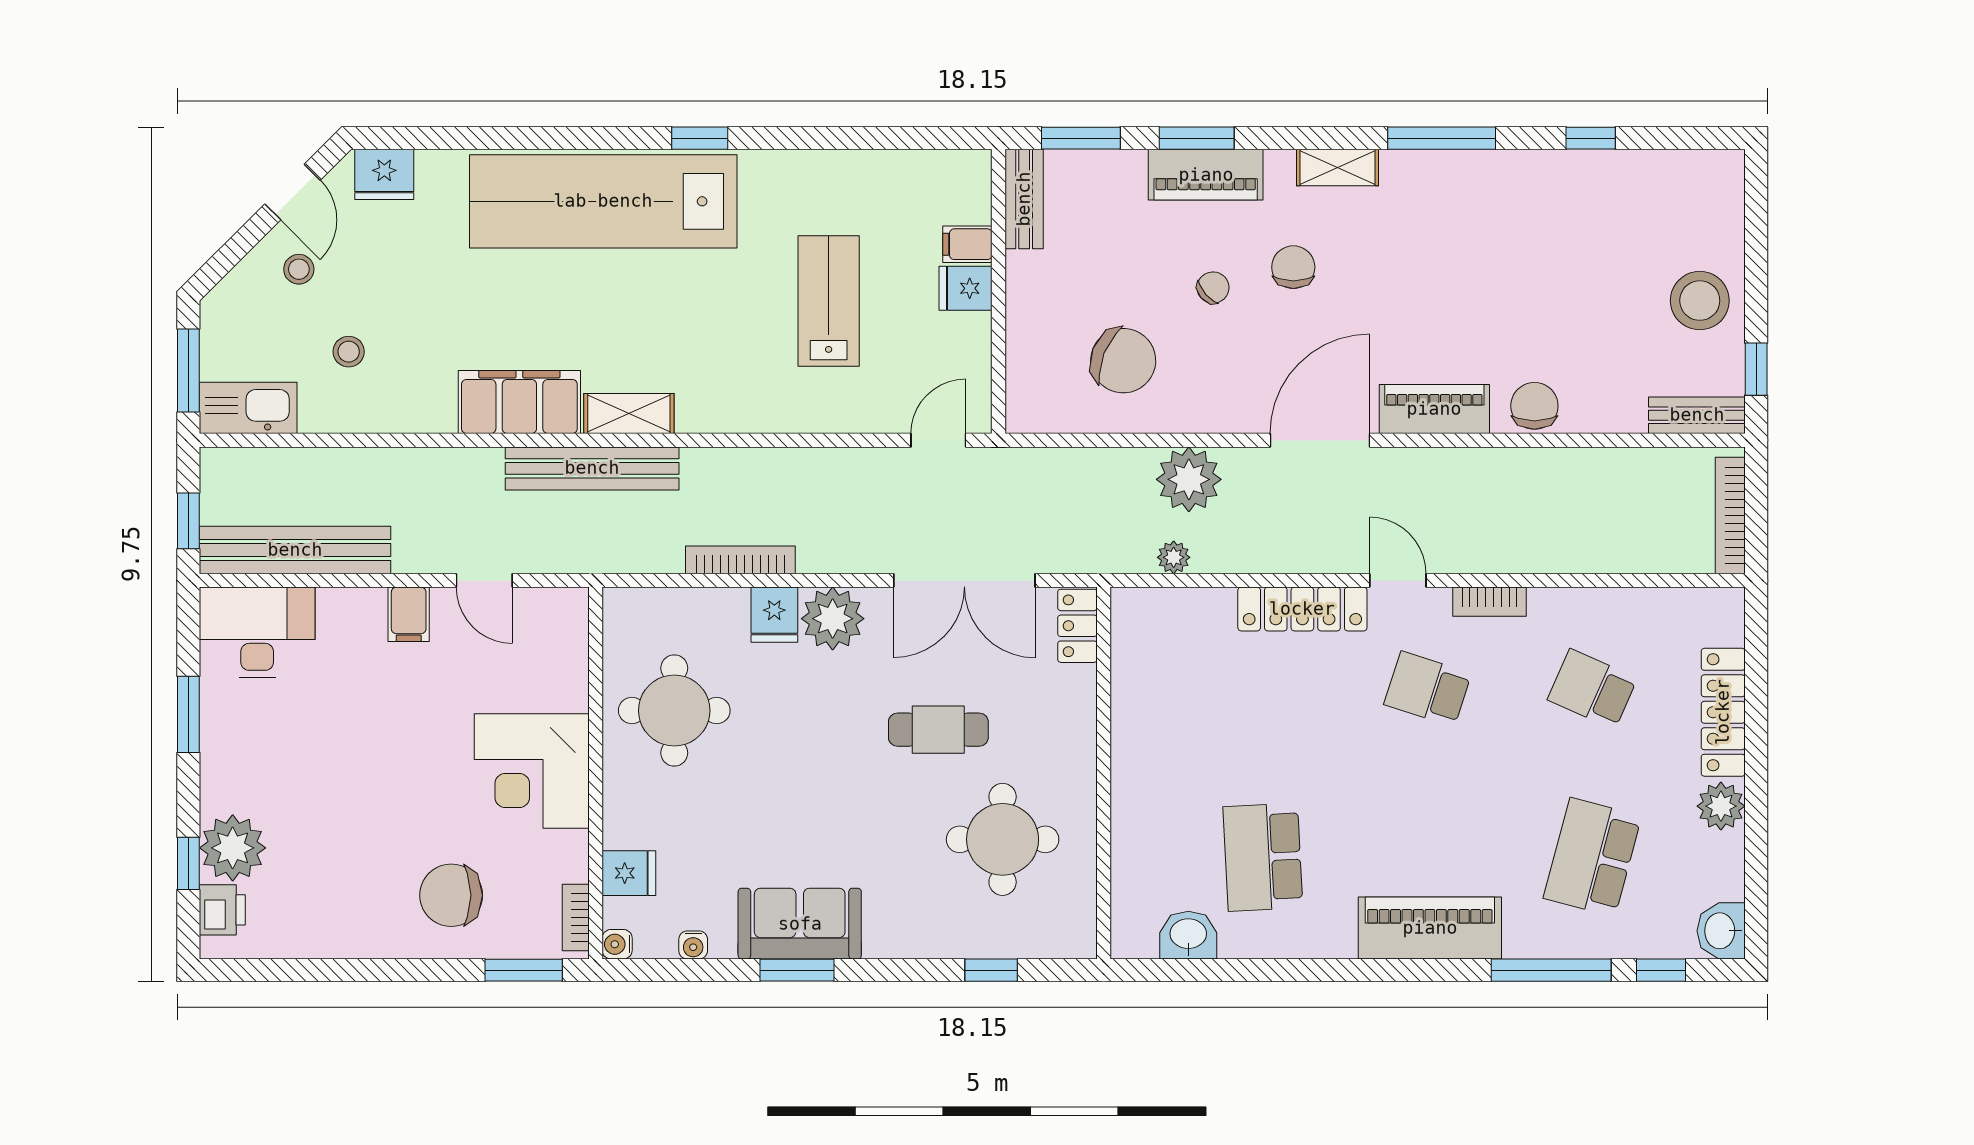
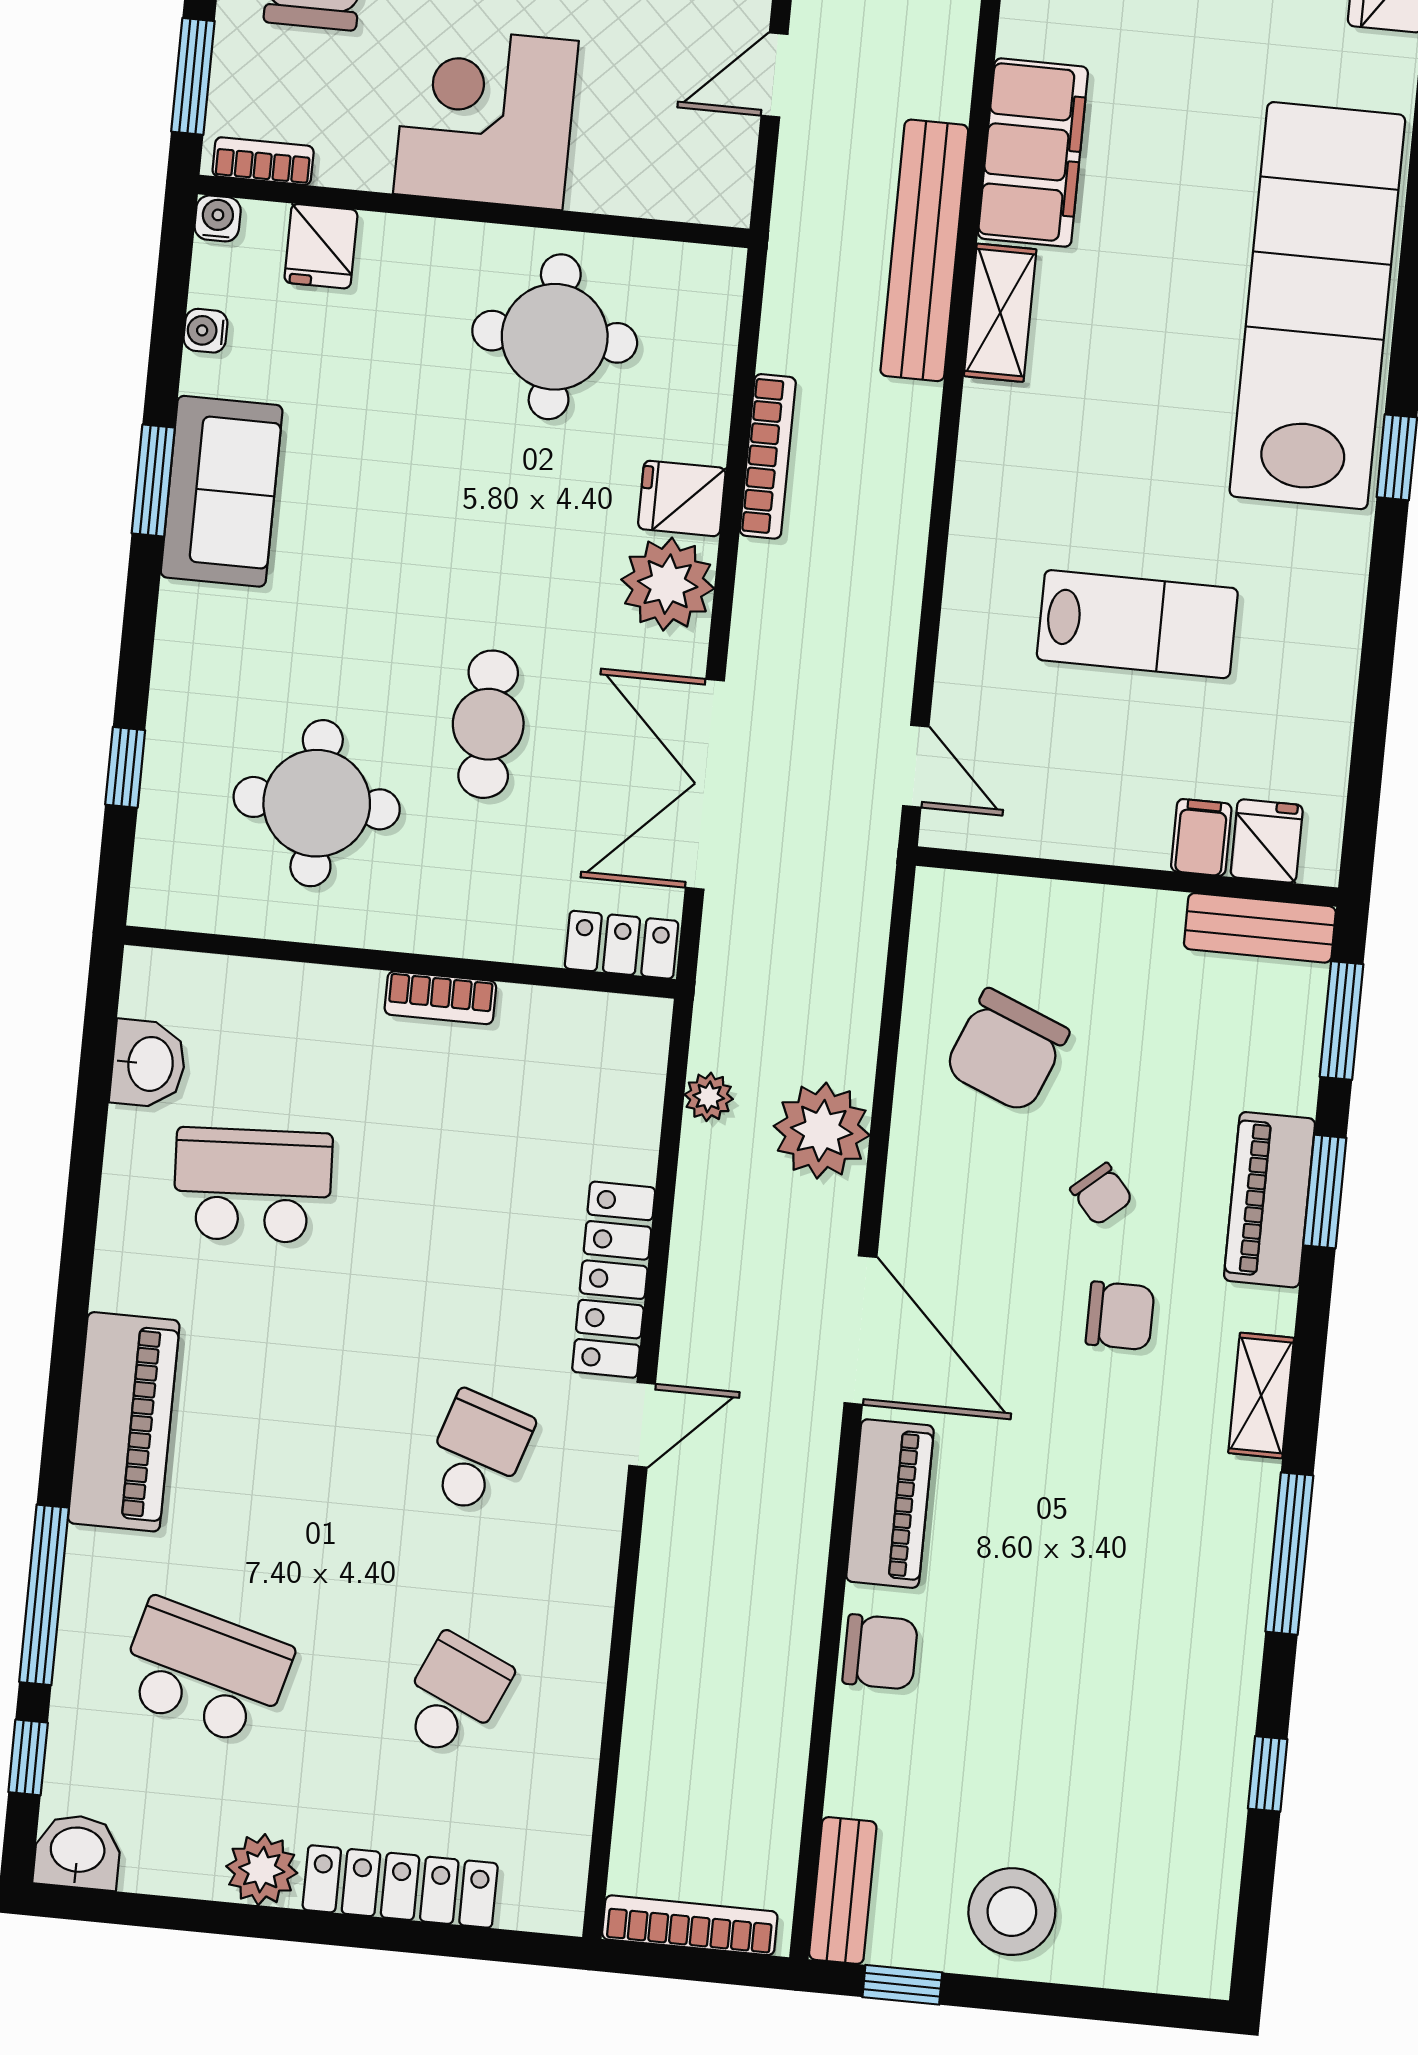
fridge: (965, 288) -> (1267, 841), moved
bookcase: (1489, 602) -> (440, 998), moved, turned -90

